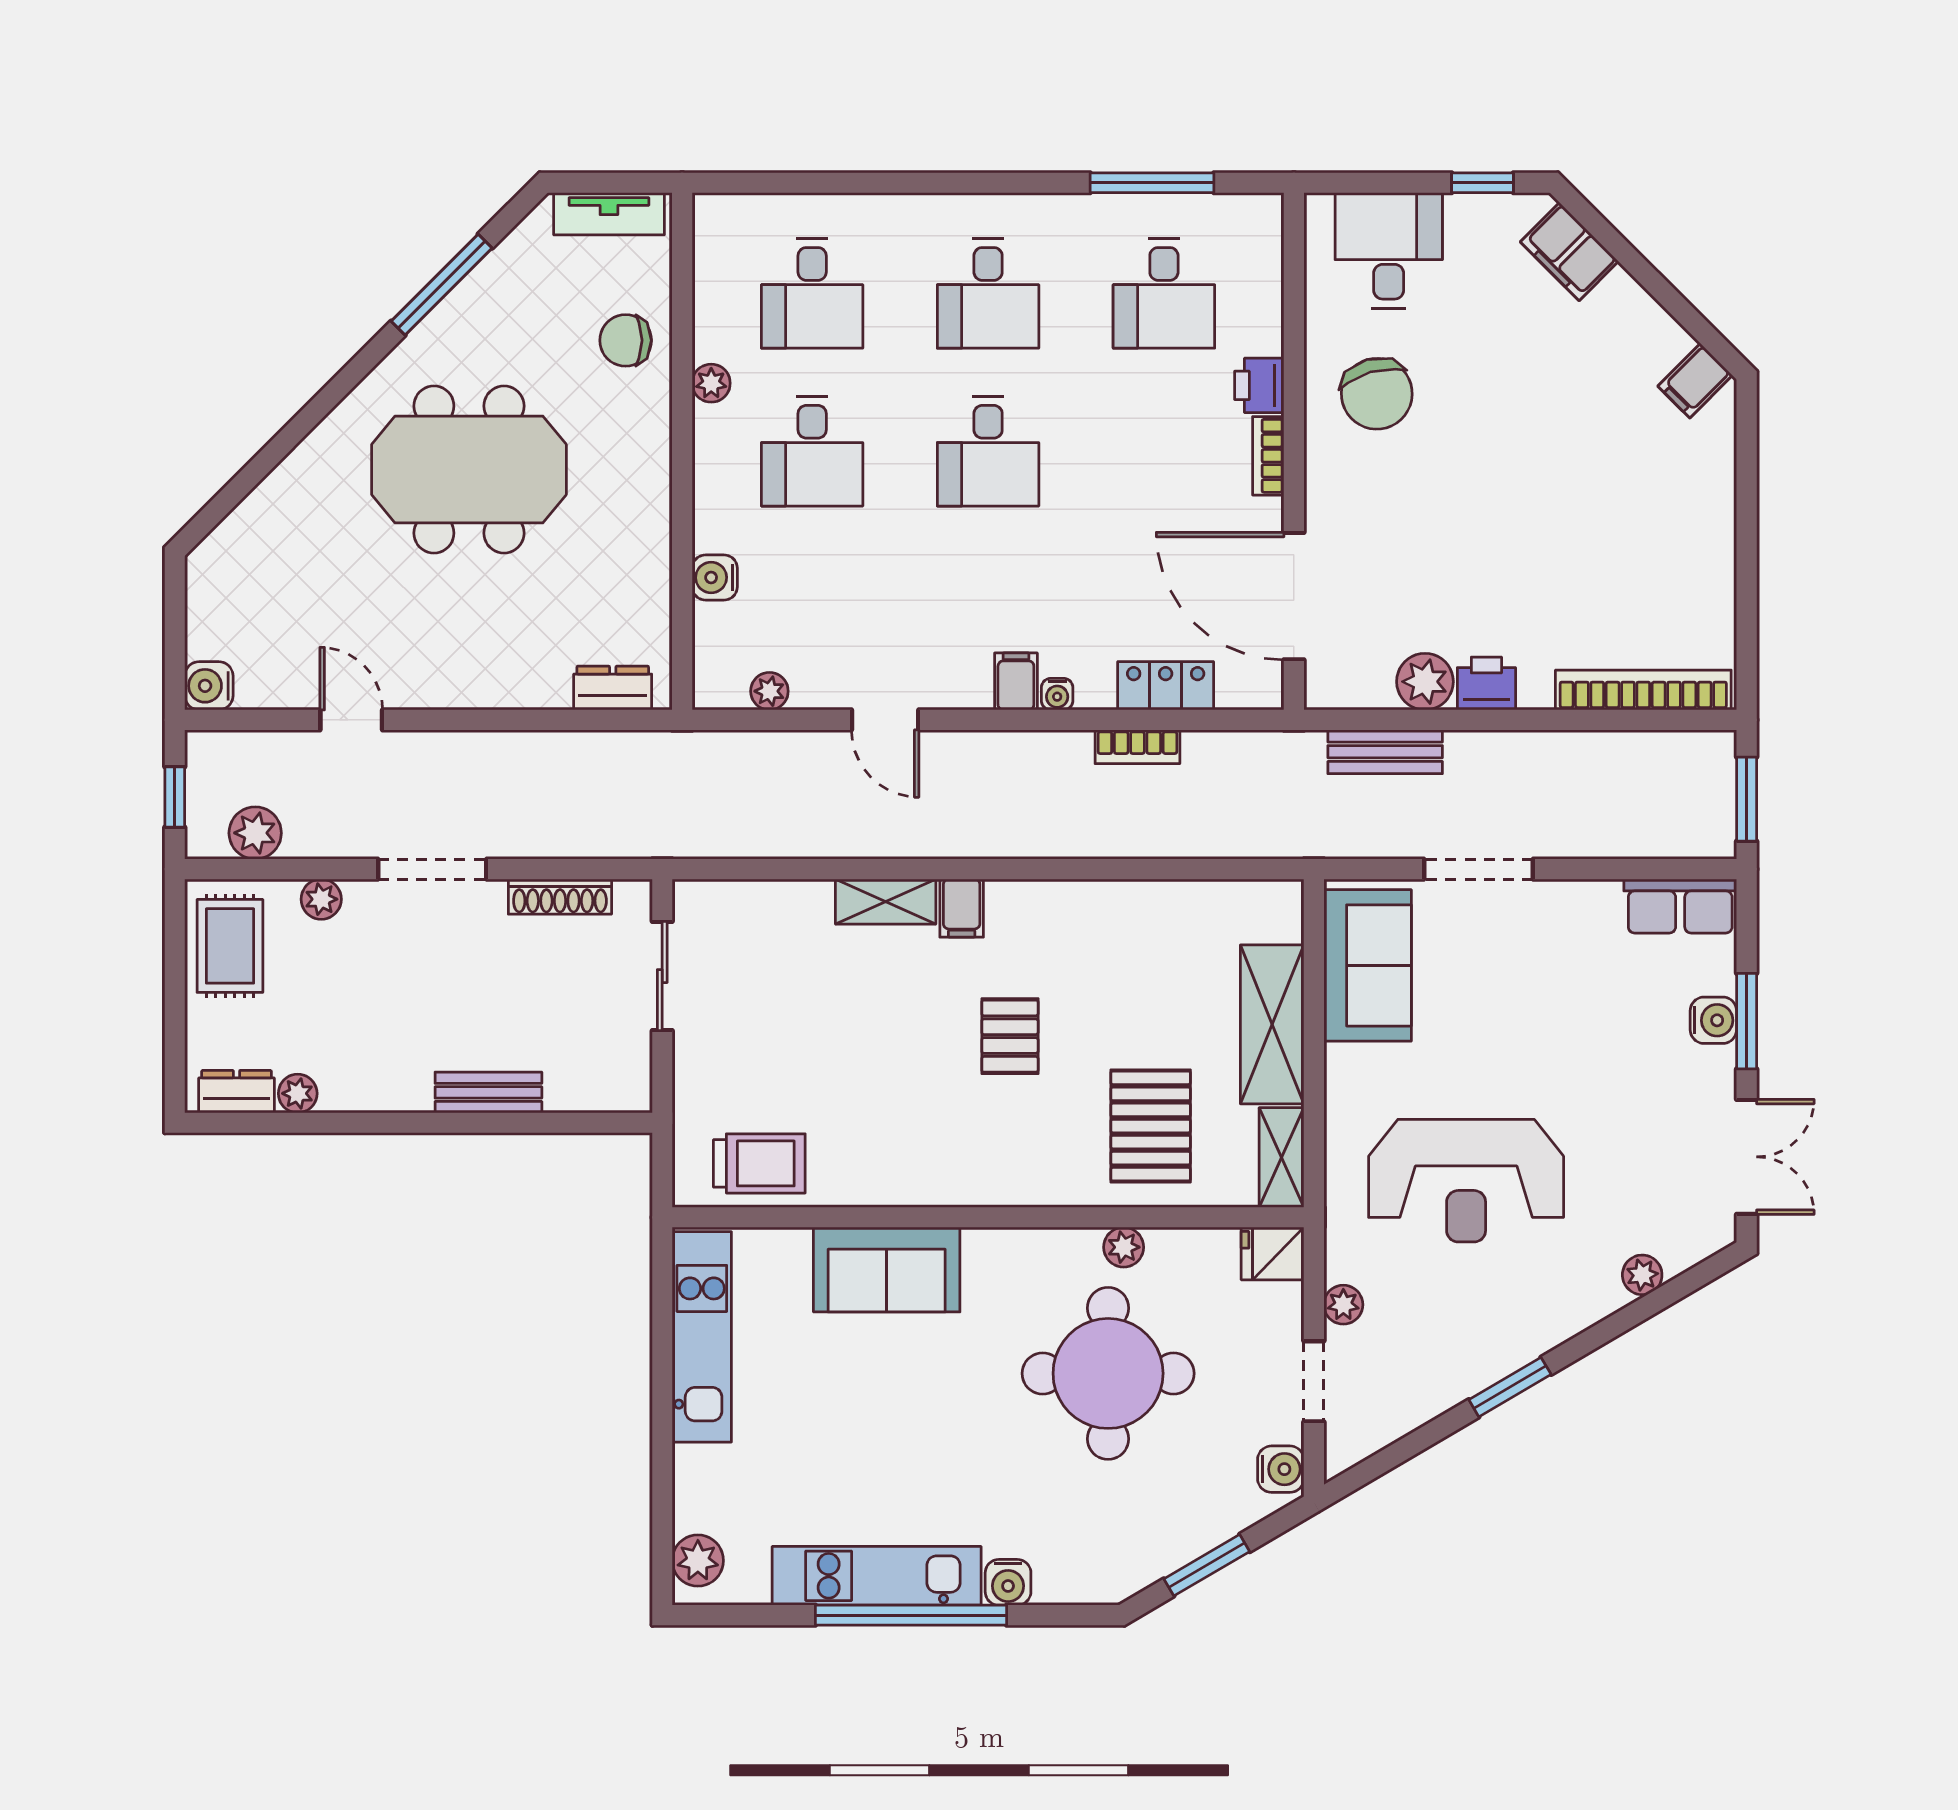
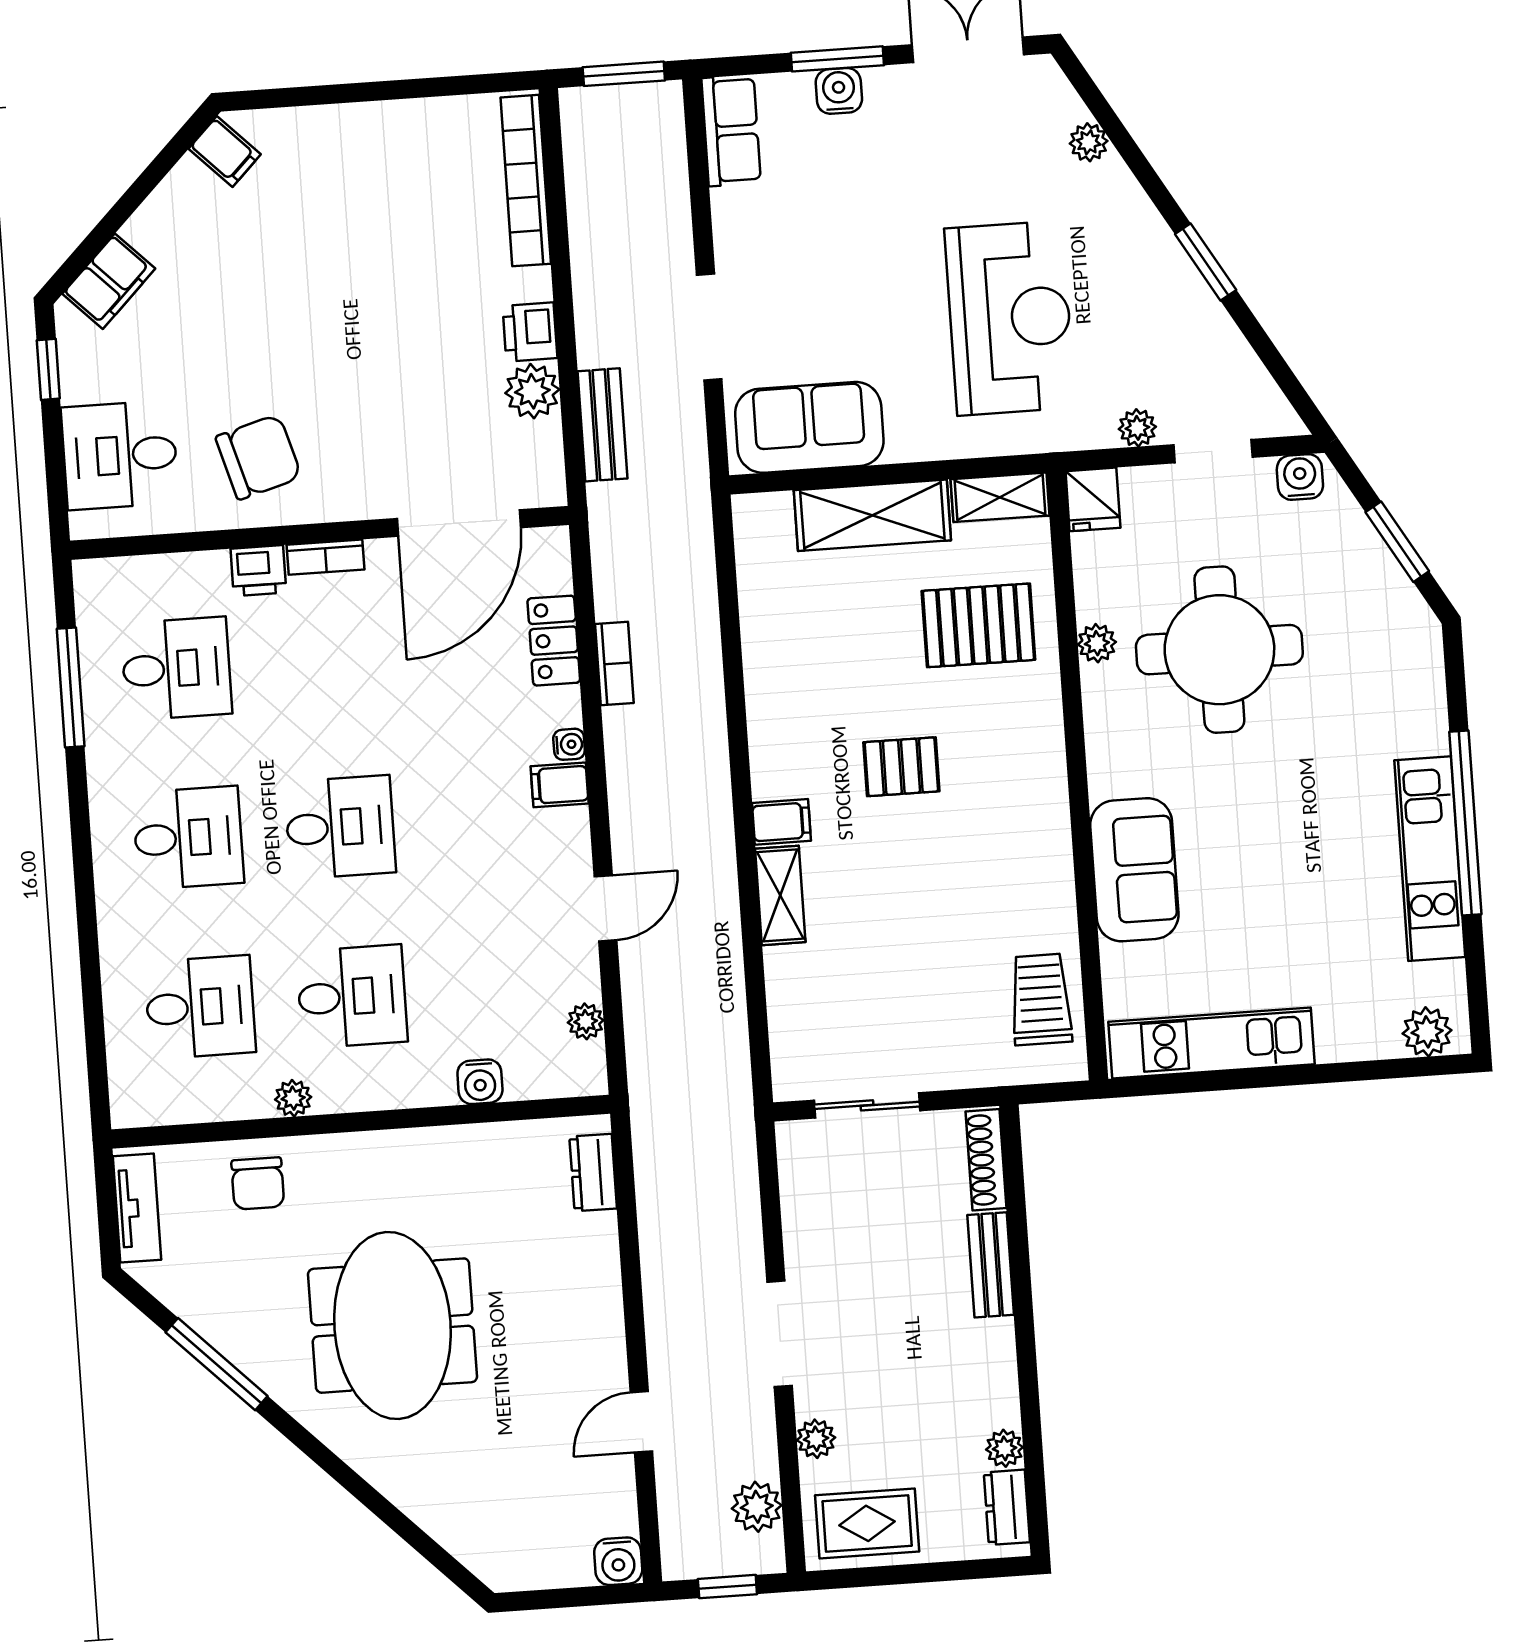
shoe rack: (560, 897) -> (986, 1160), moved, turned 180
water cooler: (1008, 1582) -> (1427, 732), removed

